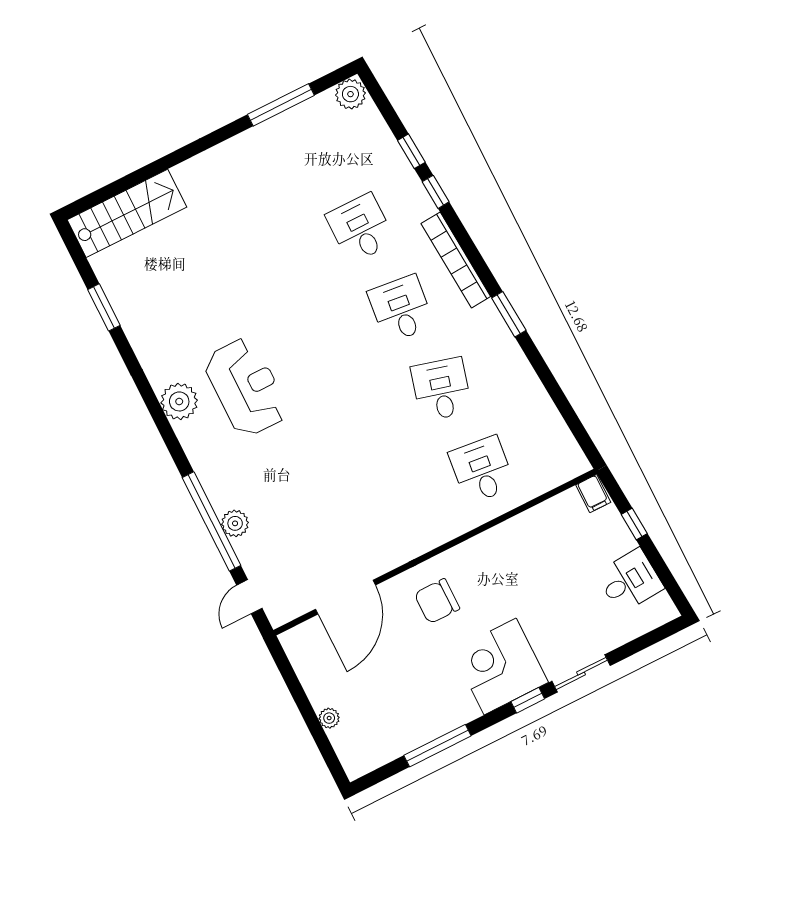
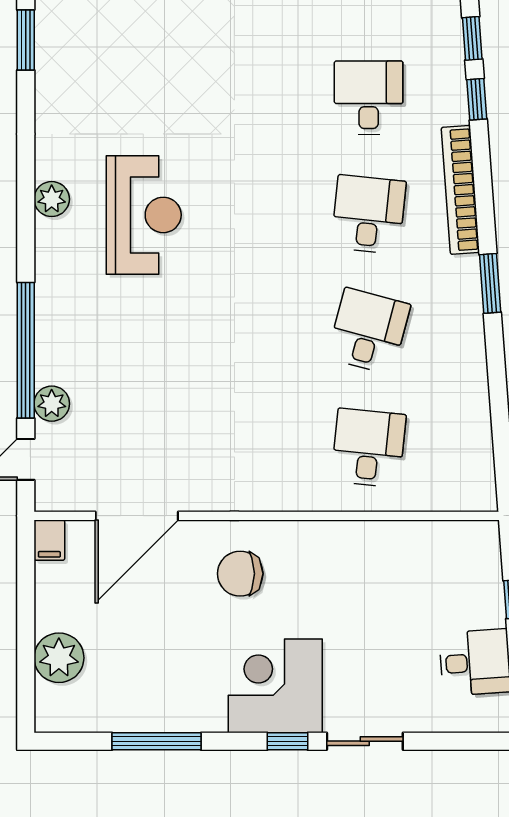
plant: (179, 401) -> (52, 199), width x0.73, depth x0.73
filing cabinet: (593, 494) -> (49, 540), moved
plant: (235, 523) -> (52, 404), moved
plant: (329, 718) -> (59, 658), width x1.87, depth x1.87

